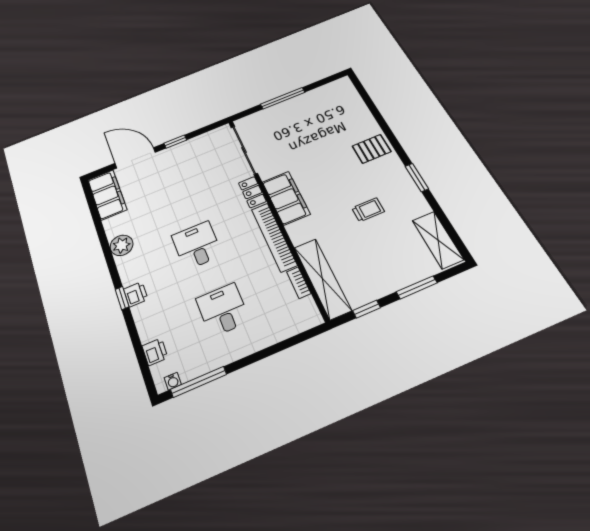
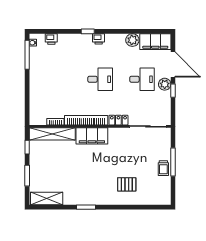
pallet: (372, 149) -> (127, 184), moved, turned 90
plant: (170, 156) -> (165, 84), added
door: (135, 158) -> (173, 65), hinge flipped
filing cabinet: (286, 198) -> (92, 136), moved
trolley: (368, 210) -> (163, 168), moved
plant: (122, 245) -> (132, 40), moved
printer: (136, 294) -> (99, 39), moved
desk: (223, 310) -> (142, 79), moved

